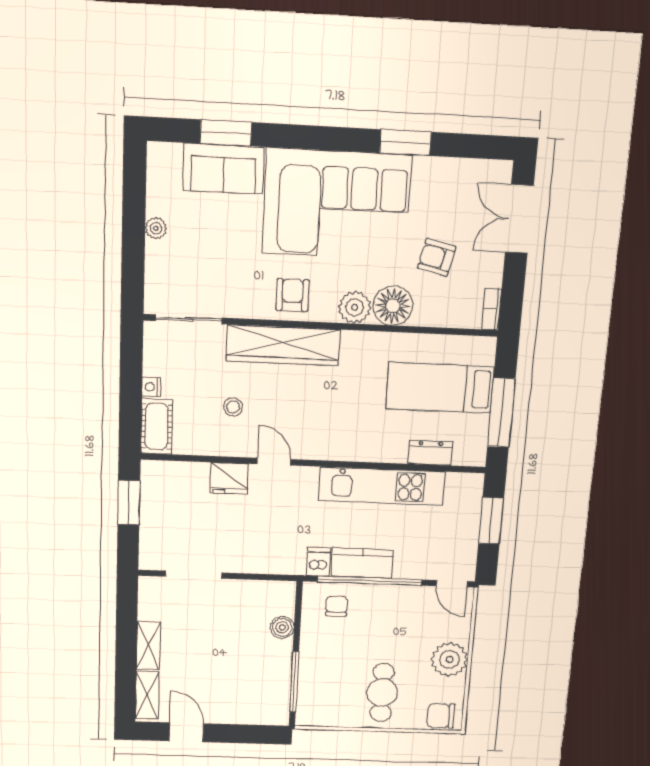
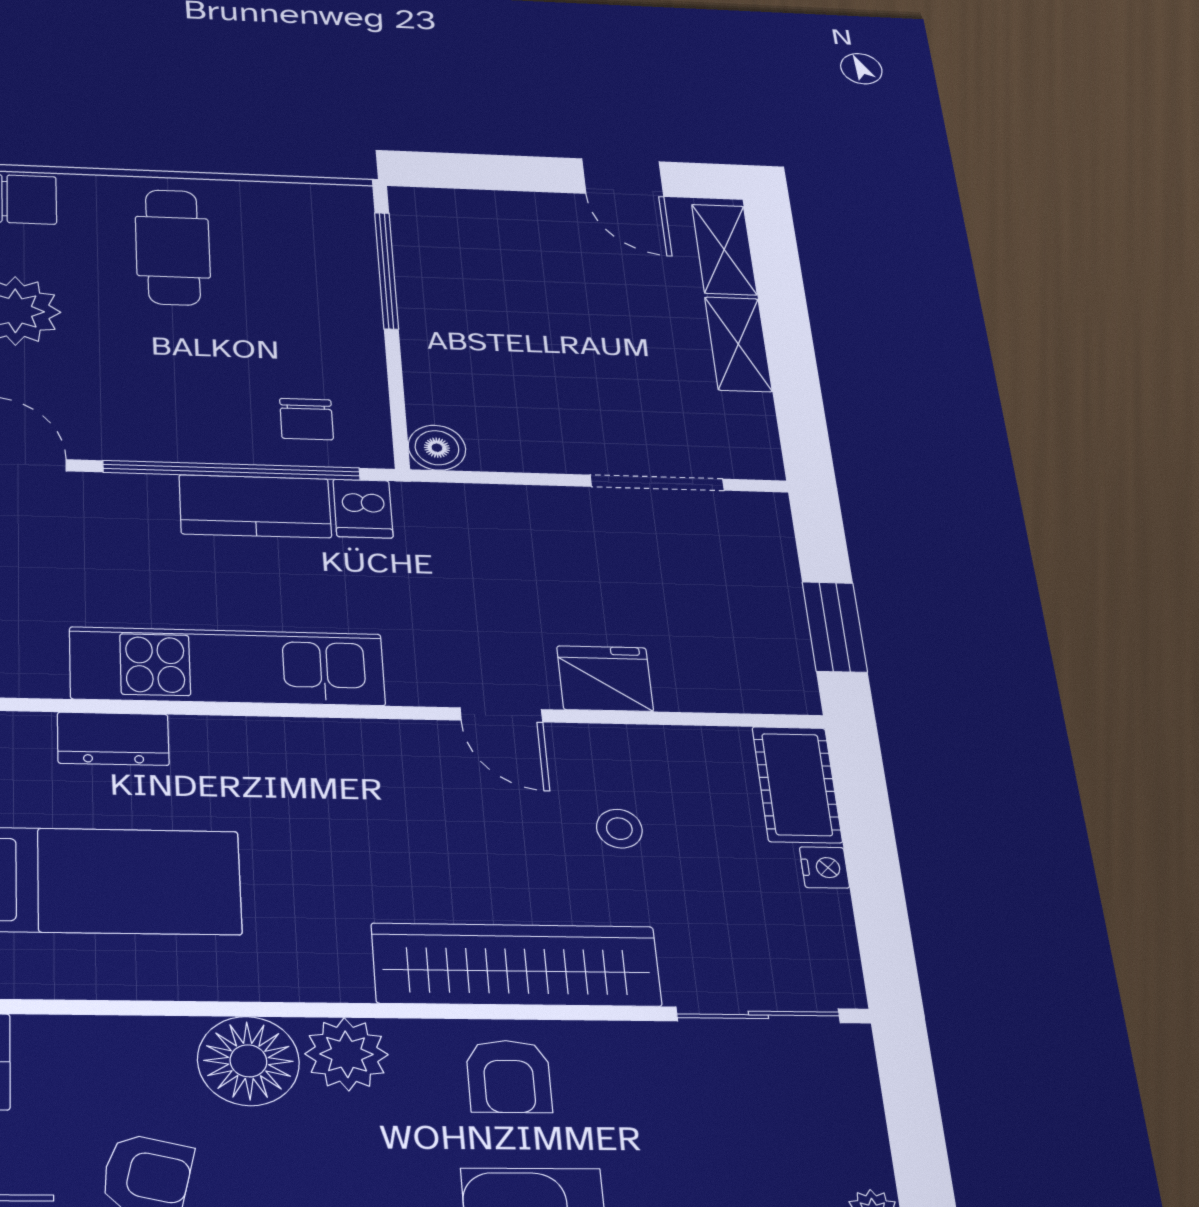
boiler: (282, 627) -> (437, 448), moved

